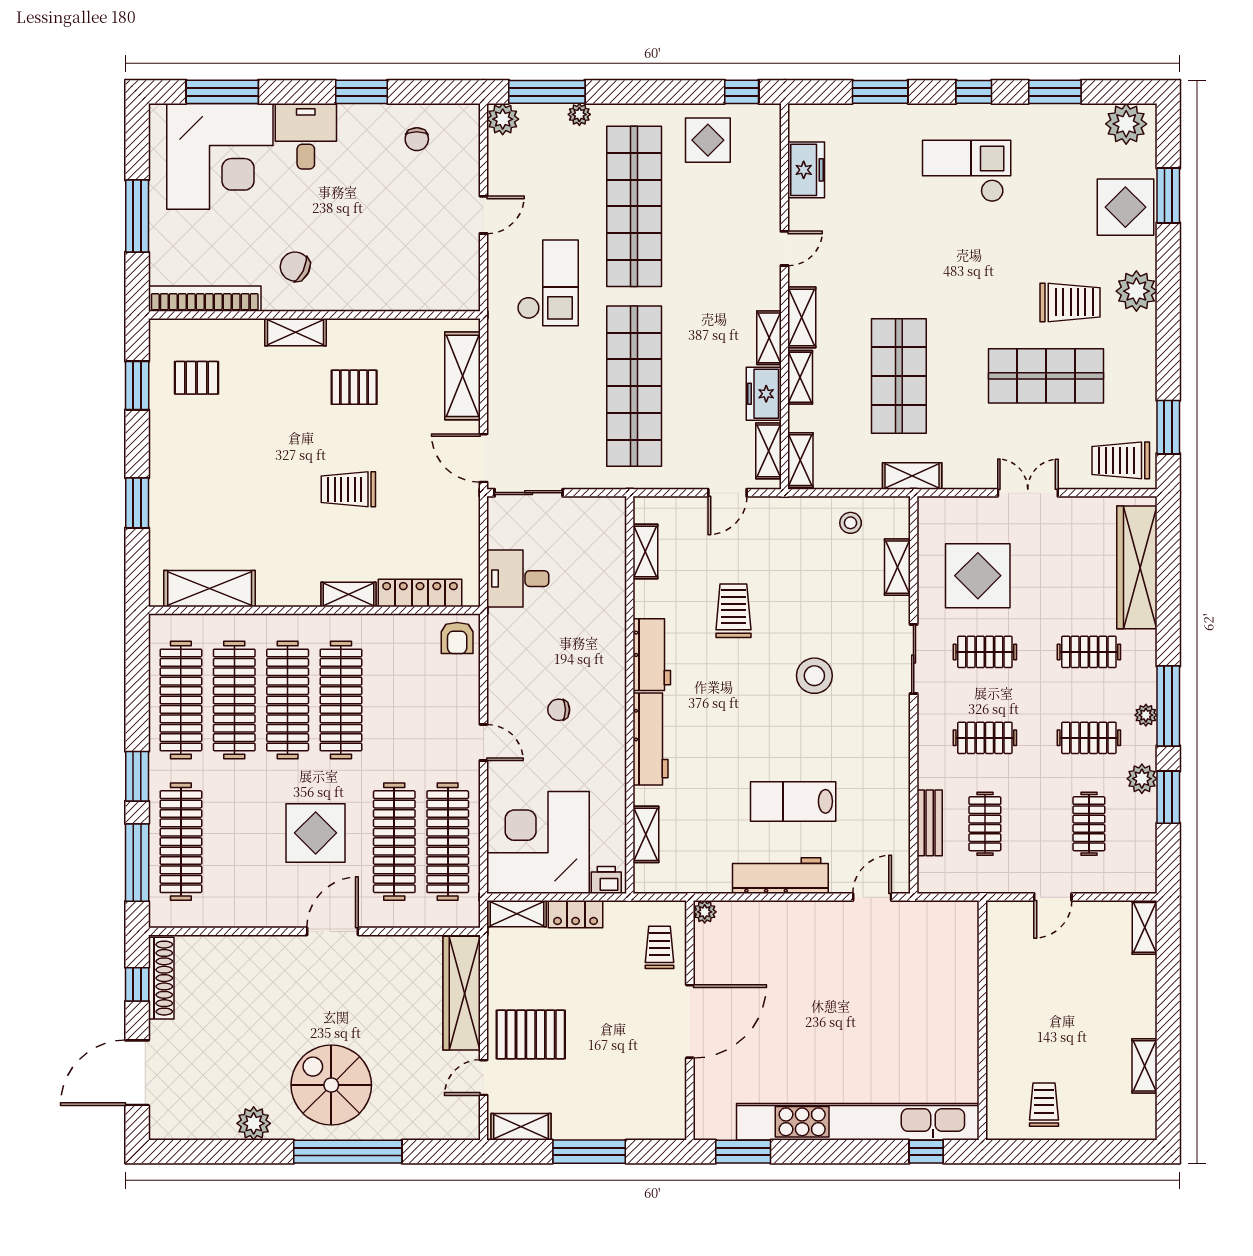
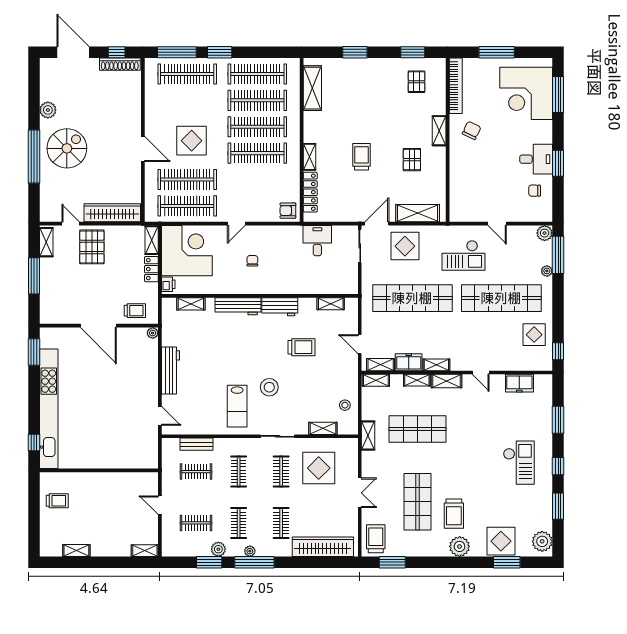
desk: (306, 136) -> (536, 159), moved
display table: (529, 401) -> (405, 246), added
lab bench: (793, 801) -> (237, 406), moved, turned 180

